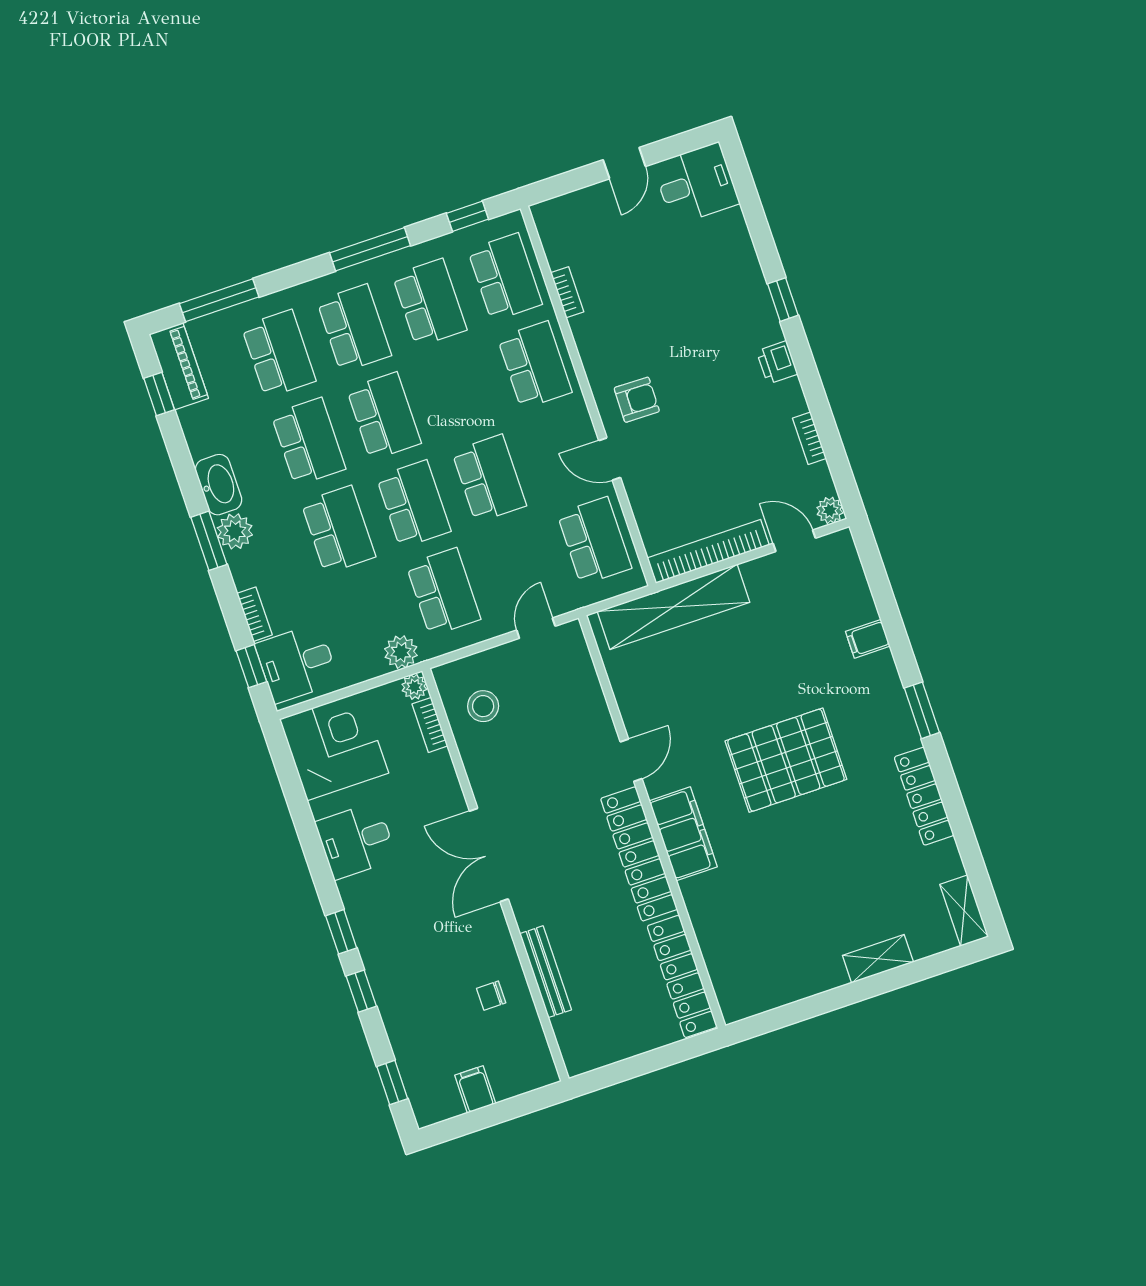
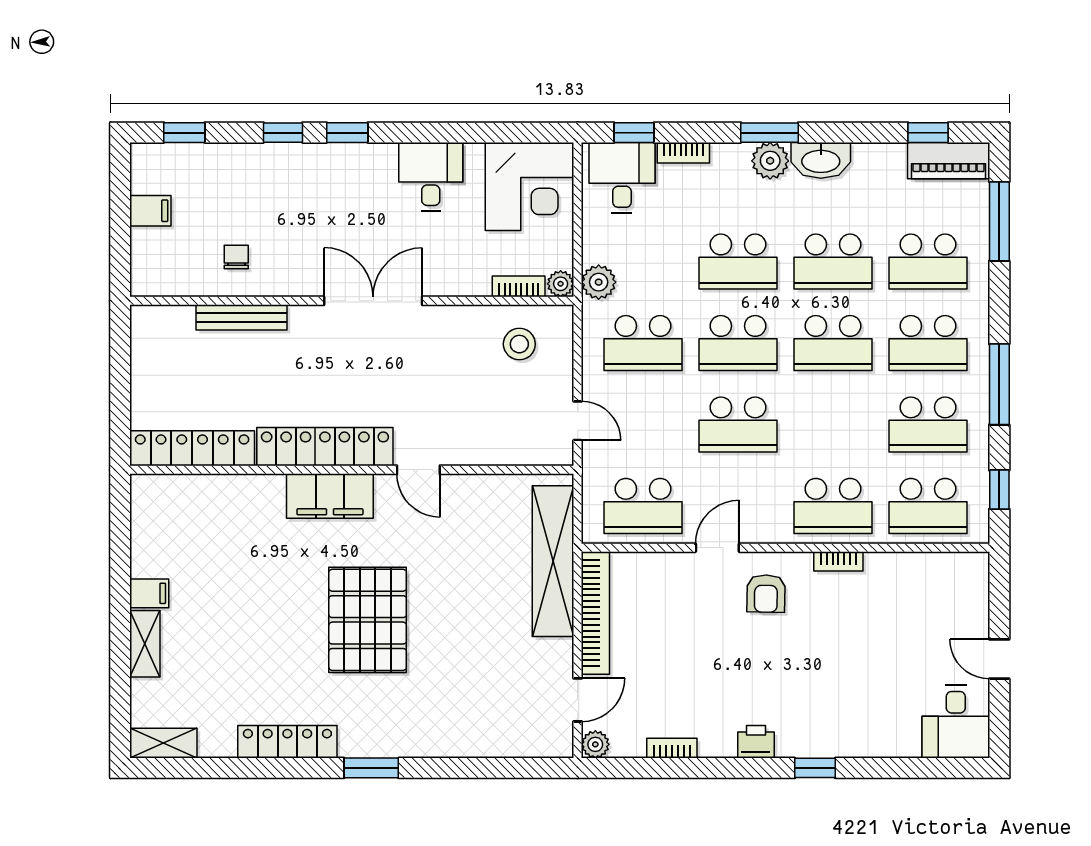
bookcase: (567, 292) -> (838, 561), moved
filing cabinet: (868, 639) -> (149, 593), moved, turned 90

